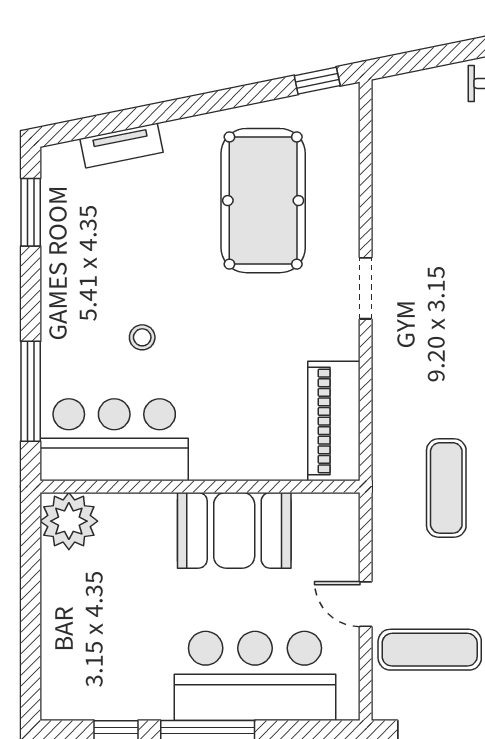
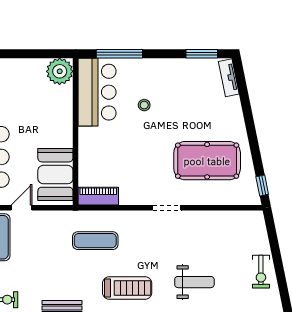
tv unit: (122, 145) -> (229, 78), moved
piano: (334, 421) -> (98, 196), width x0.73, depth x0.75
exercise mat: (446, 488) -> (95, 241), moved
booth: (234, 530) -> (55, 175), moved

